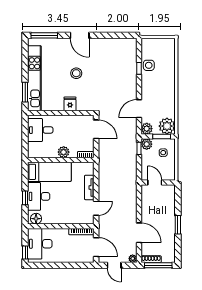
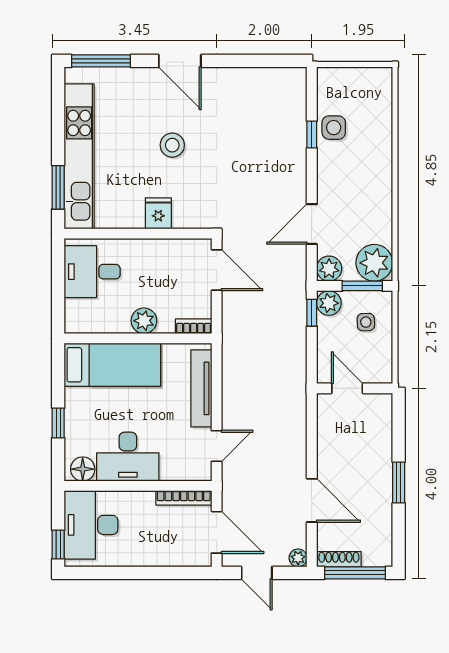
tv unit: (89, 187) -> (201, 388), width x1.41
desk: (39, 196) -> (128, 457), moved, turned -90

